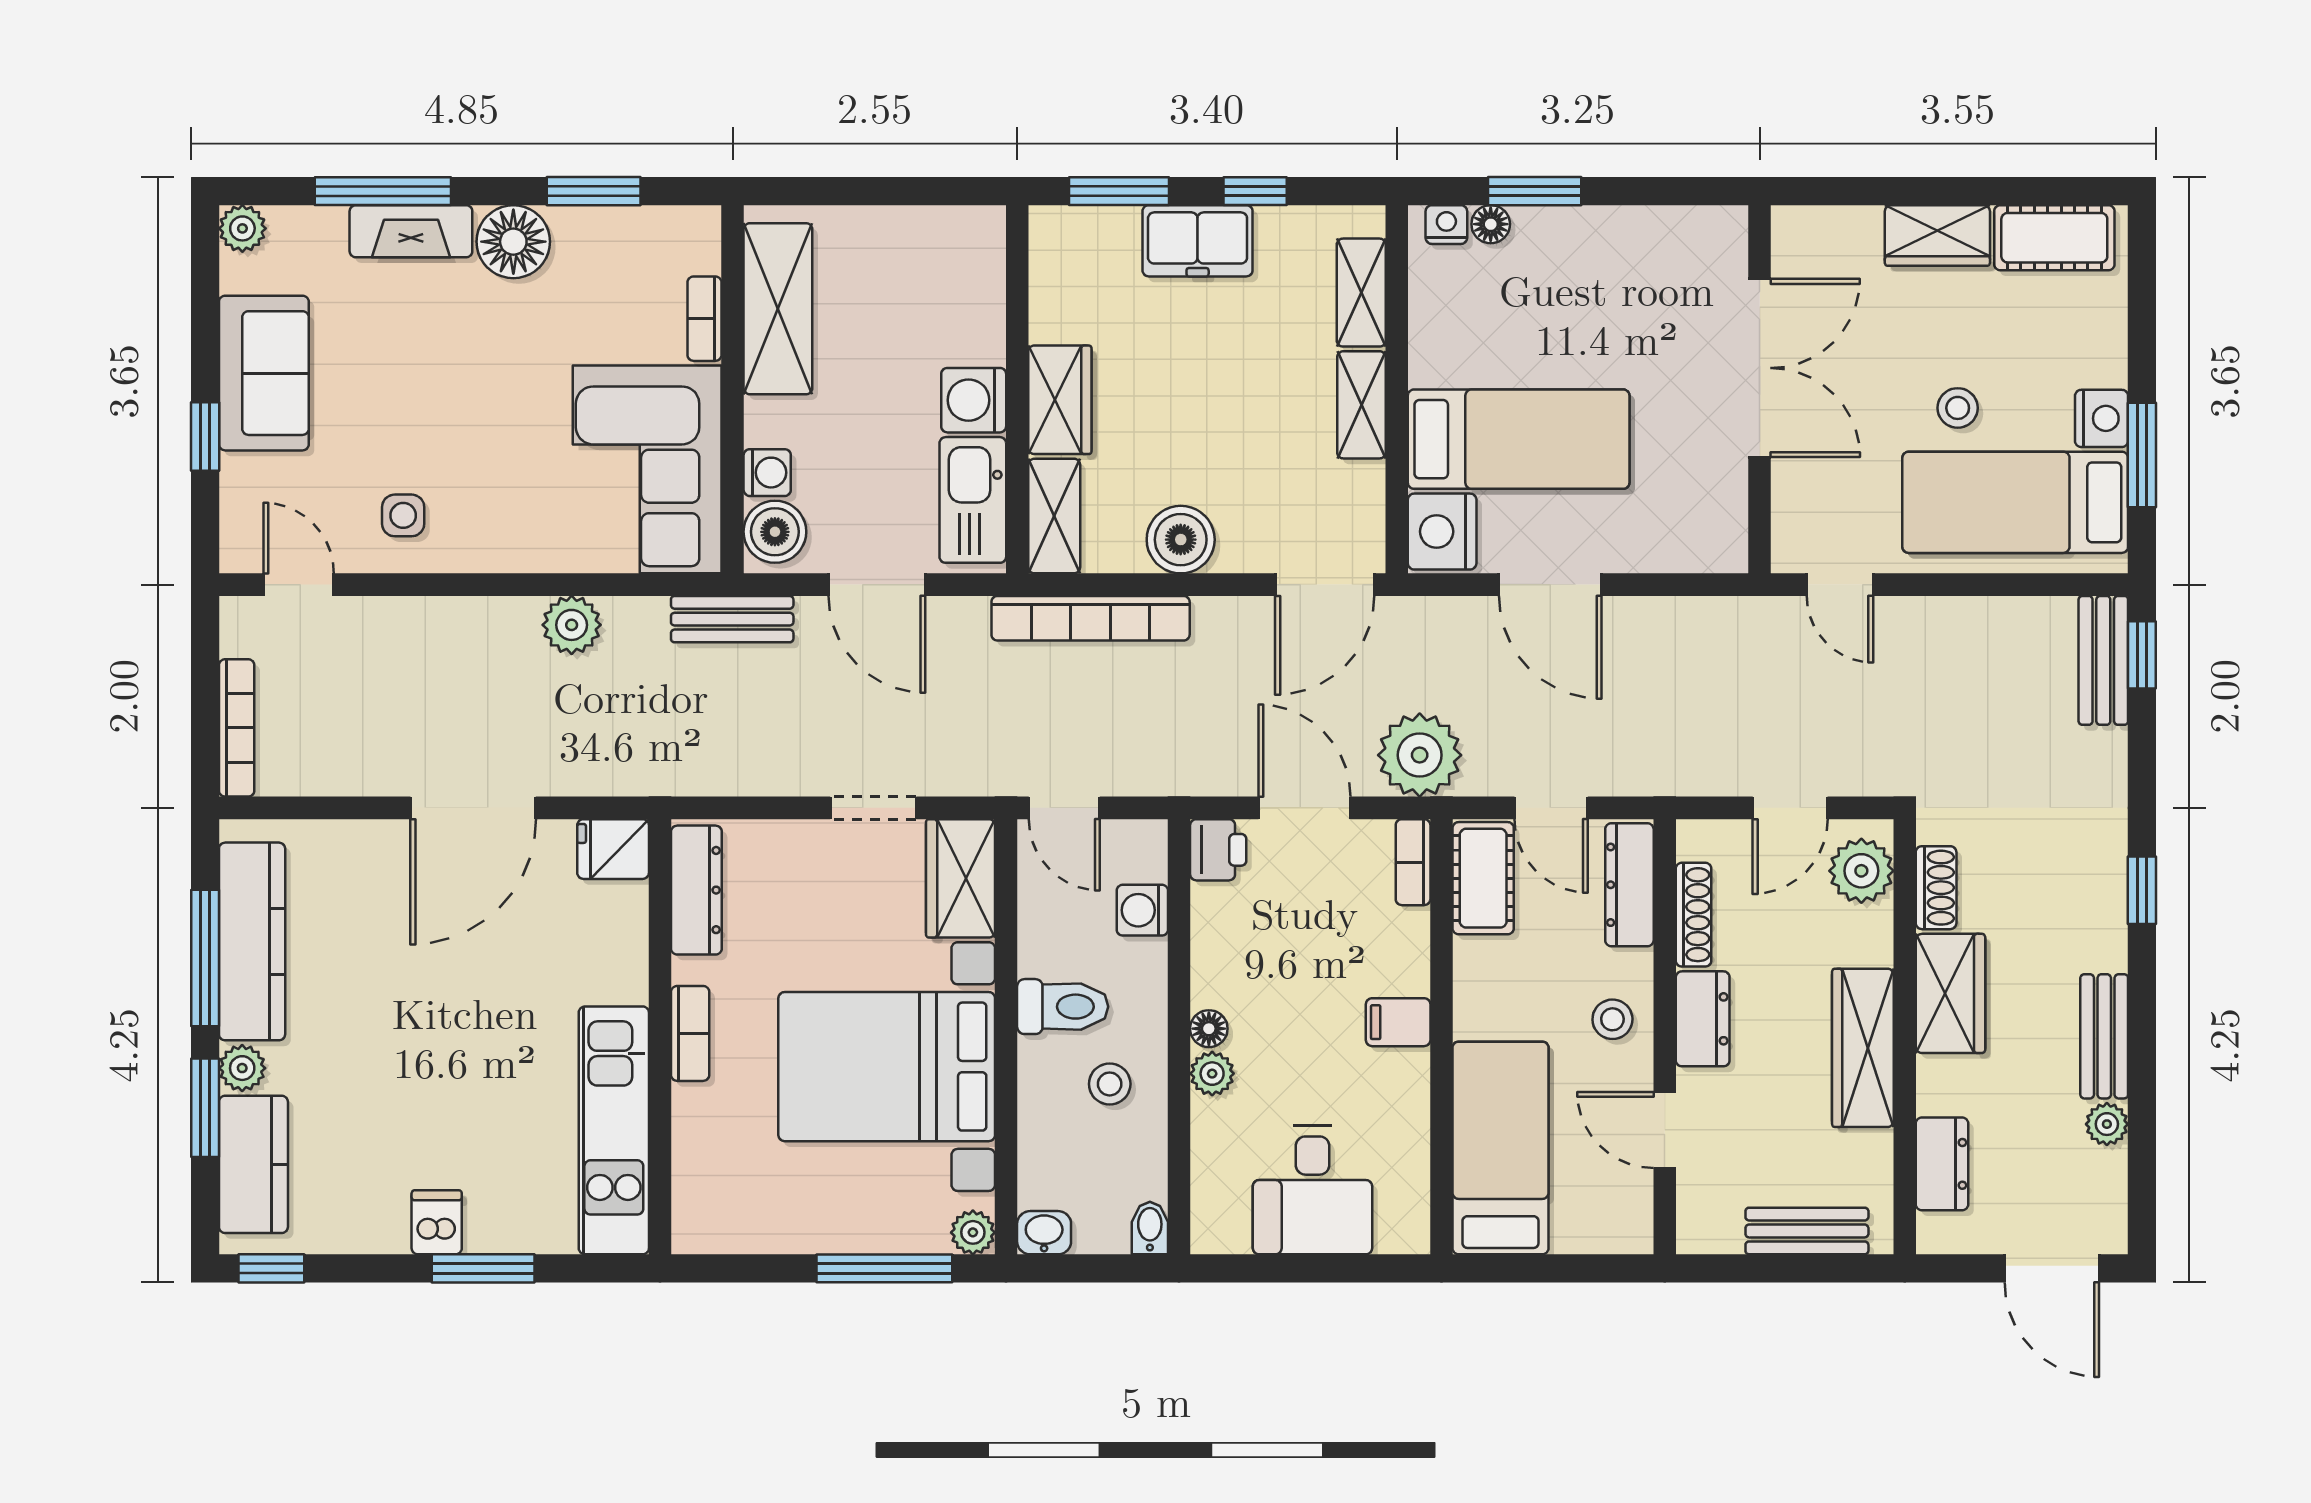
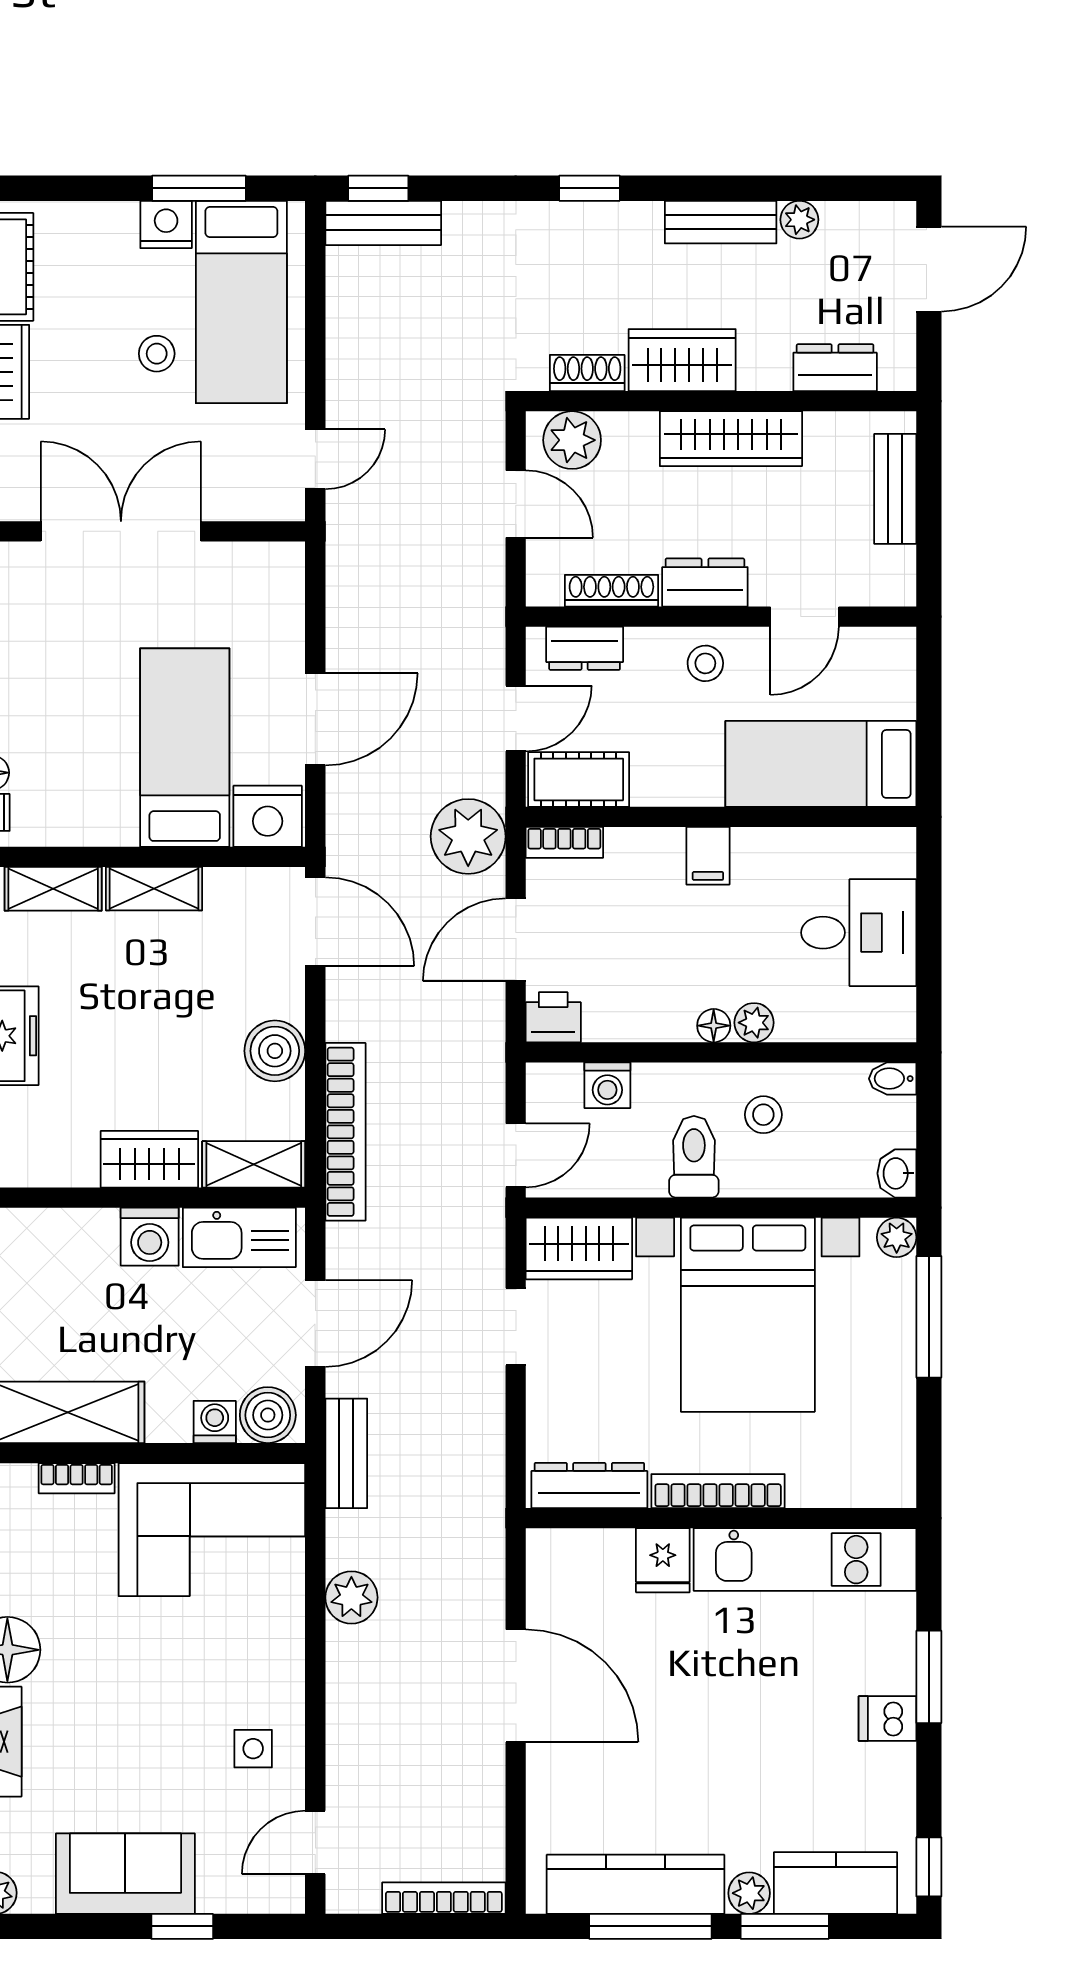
fridge: (613, 849) -> (663, 1560), moved
dresser: (1629, 885) -> (585, 648), width x0.70
bookcase: (690, 1033) -> (718, 1491), width x1.56

